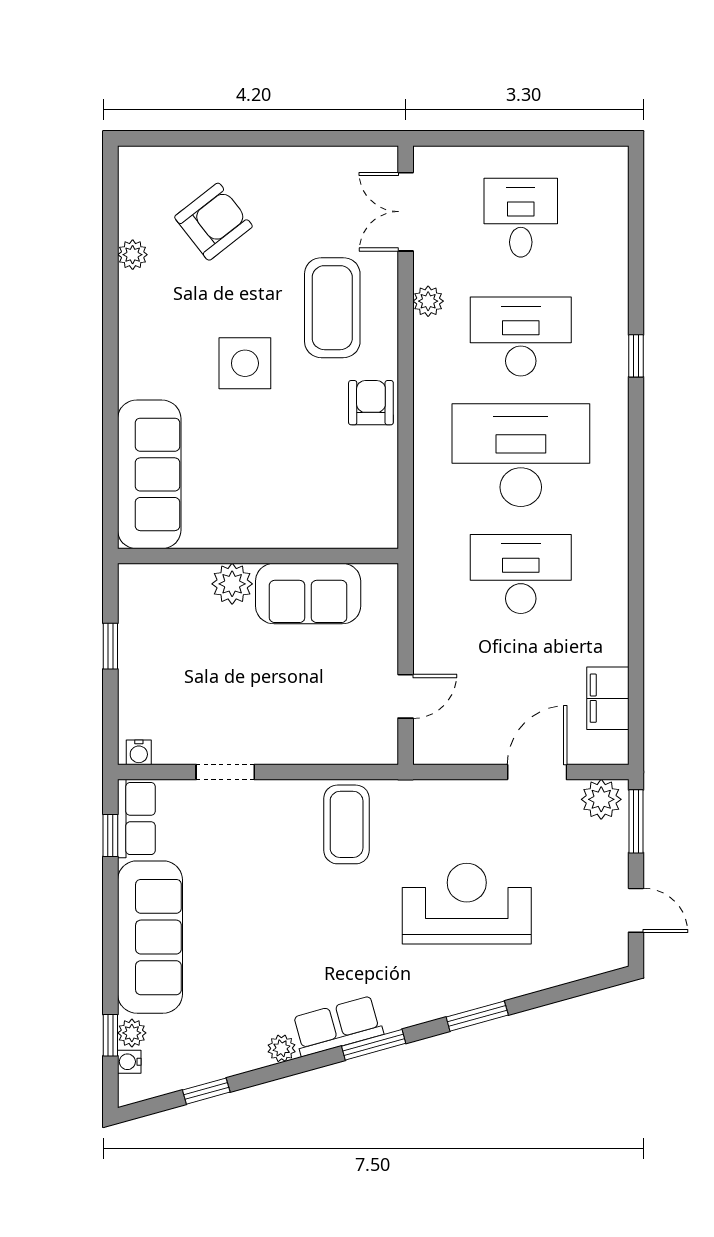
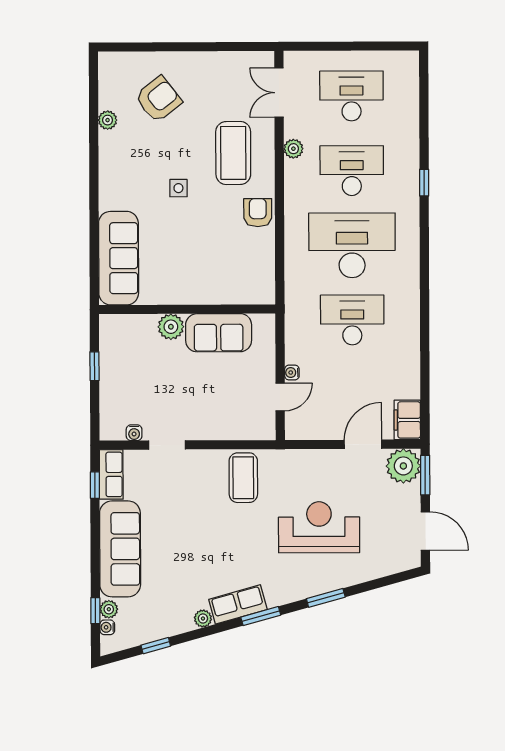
desk: (521, 218) -> (351, 96), width x1.37
side table: (245, 363) -> (178, 188), width x0.54, depth x0.54
water cooler: (424, 657) -> (292, 372), added
filing cabinet: (608, 698) -> (407, 420), moved
water cooler: (139, 752) -> (134, 433), moved
plant: (601, 799) -> (403, 466), width x1.36, depth x1.36
door: (636, 910) -> (425, 531), width x1.38

